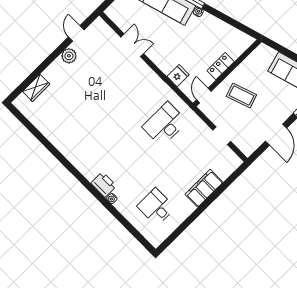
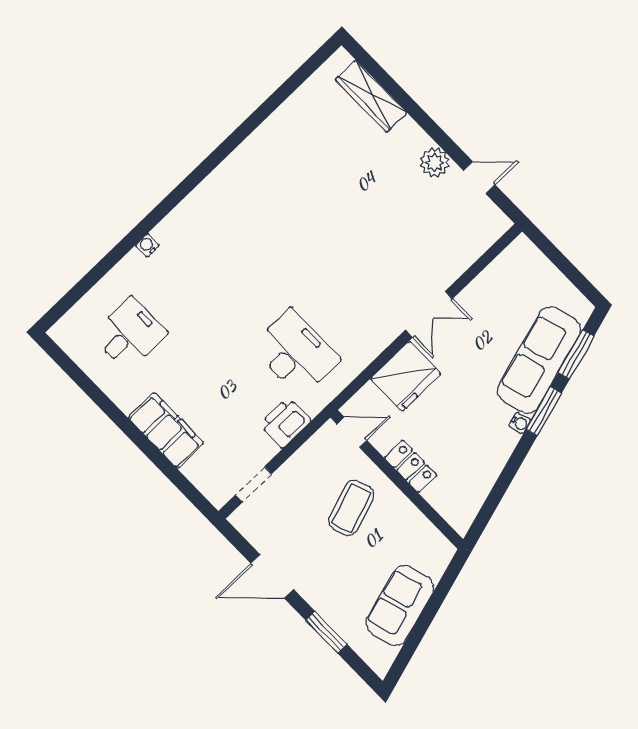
double door: (132, 45) -> (429, 314), moved
fridge: (178, 76) -> (406, 376), width x1.88, depth x1.34
wardrobe: (36, 88) -> (371, 96), width x1.50
doorway: (222, 136) -> (253, 484), moved
printer: (104, 185) -> (285, 423), moved, turned 180

